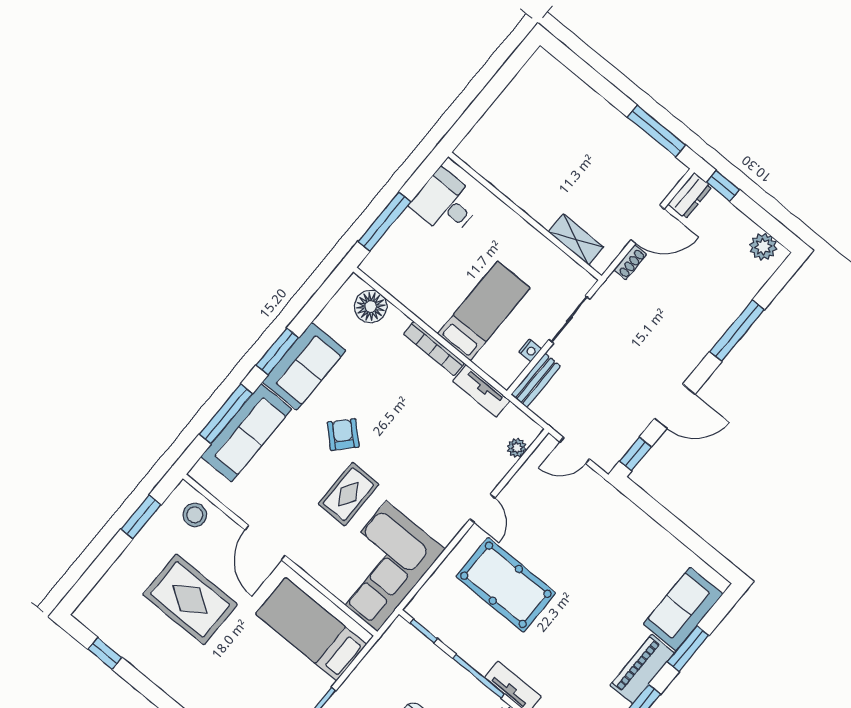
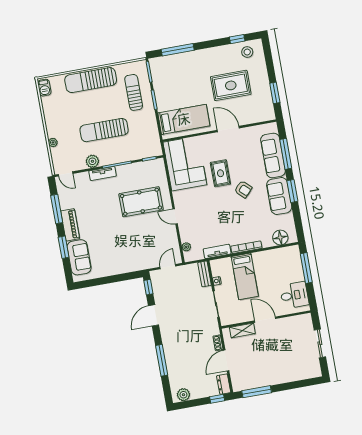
sliding door: (489, 94) -> (320, 343), added
door: (526, 217) -> (265, 320), added
stool: (195, 515) -> (247, 52), moved

